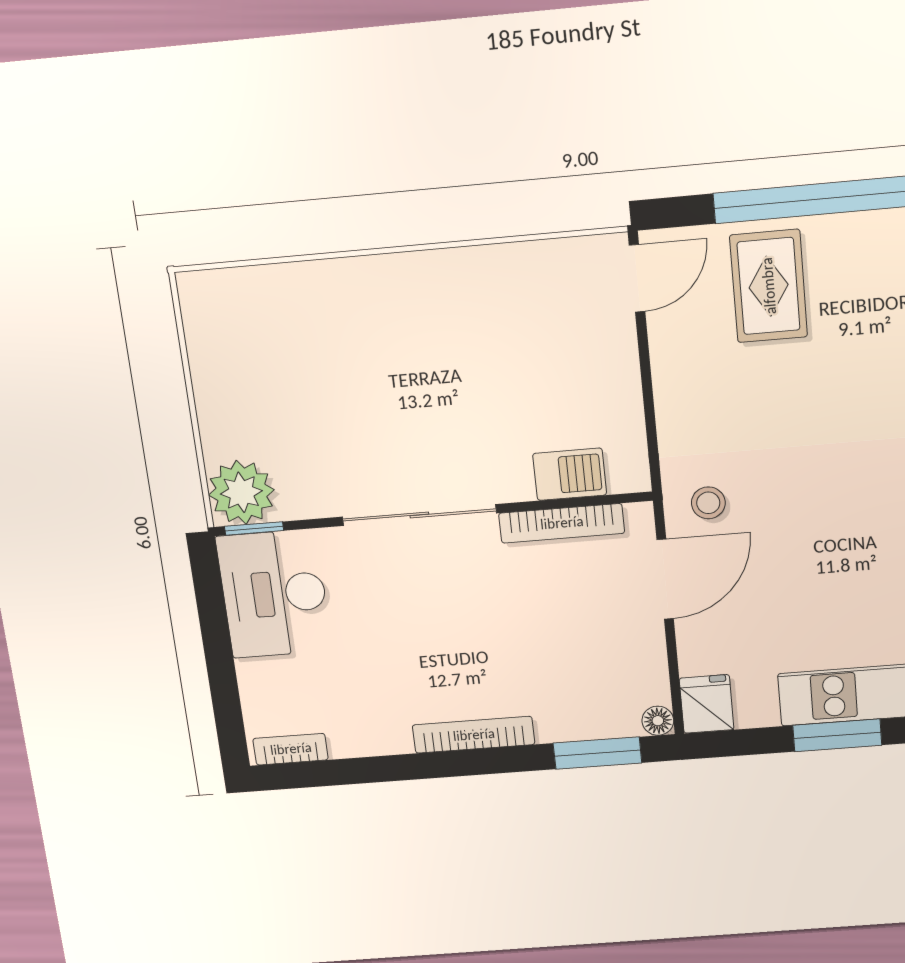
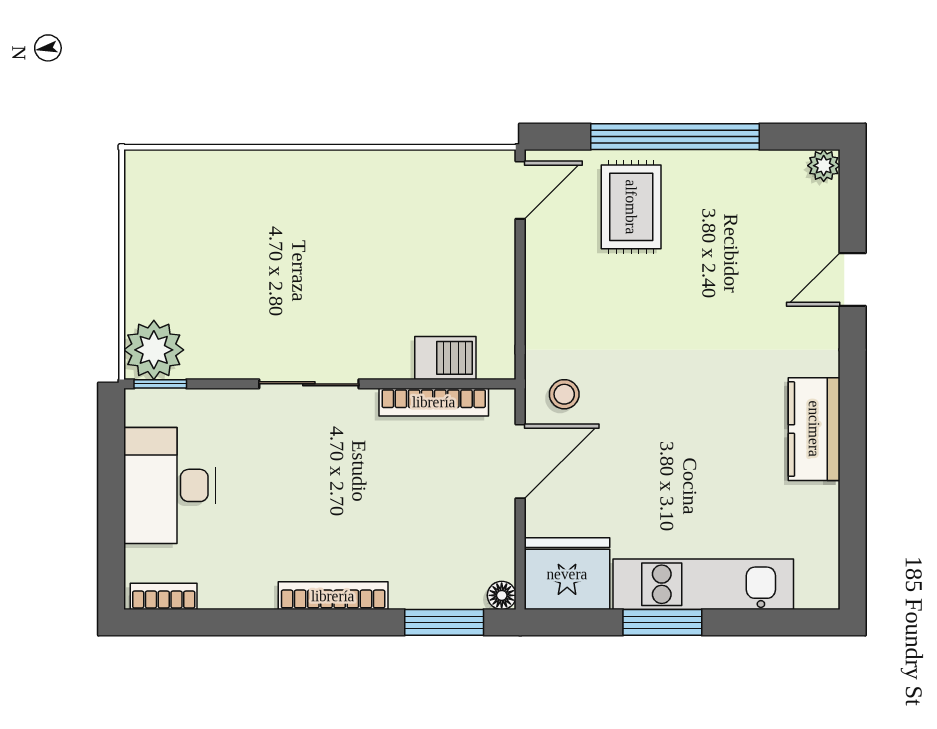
sliding door: (419, 515) -> (309, 384), width x0.73
desk: (274, 594) -> (170, 485), moved
fridge: (707, 704) -> (567, 574), width x1.88, depth x1.34

